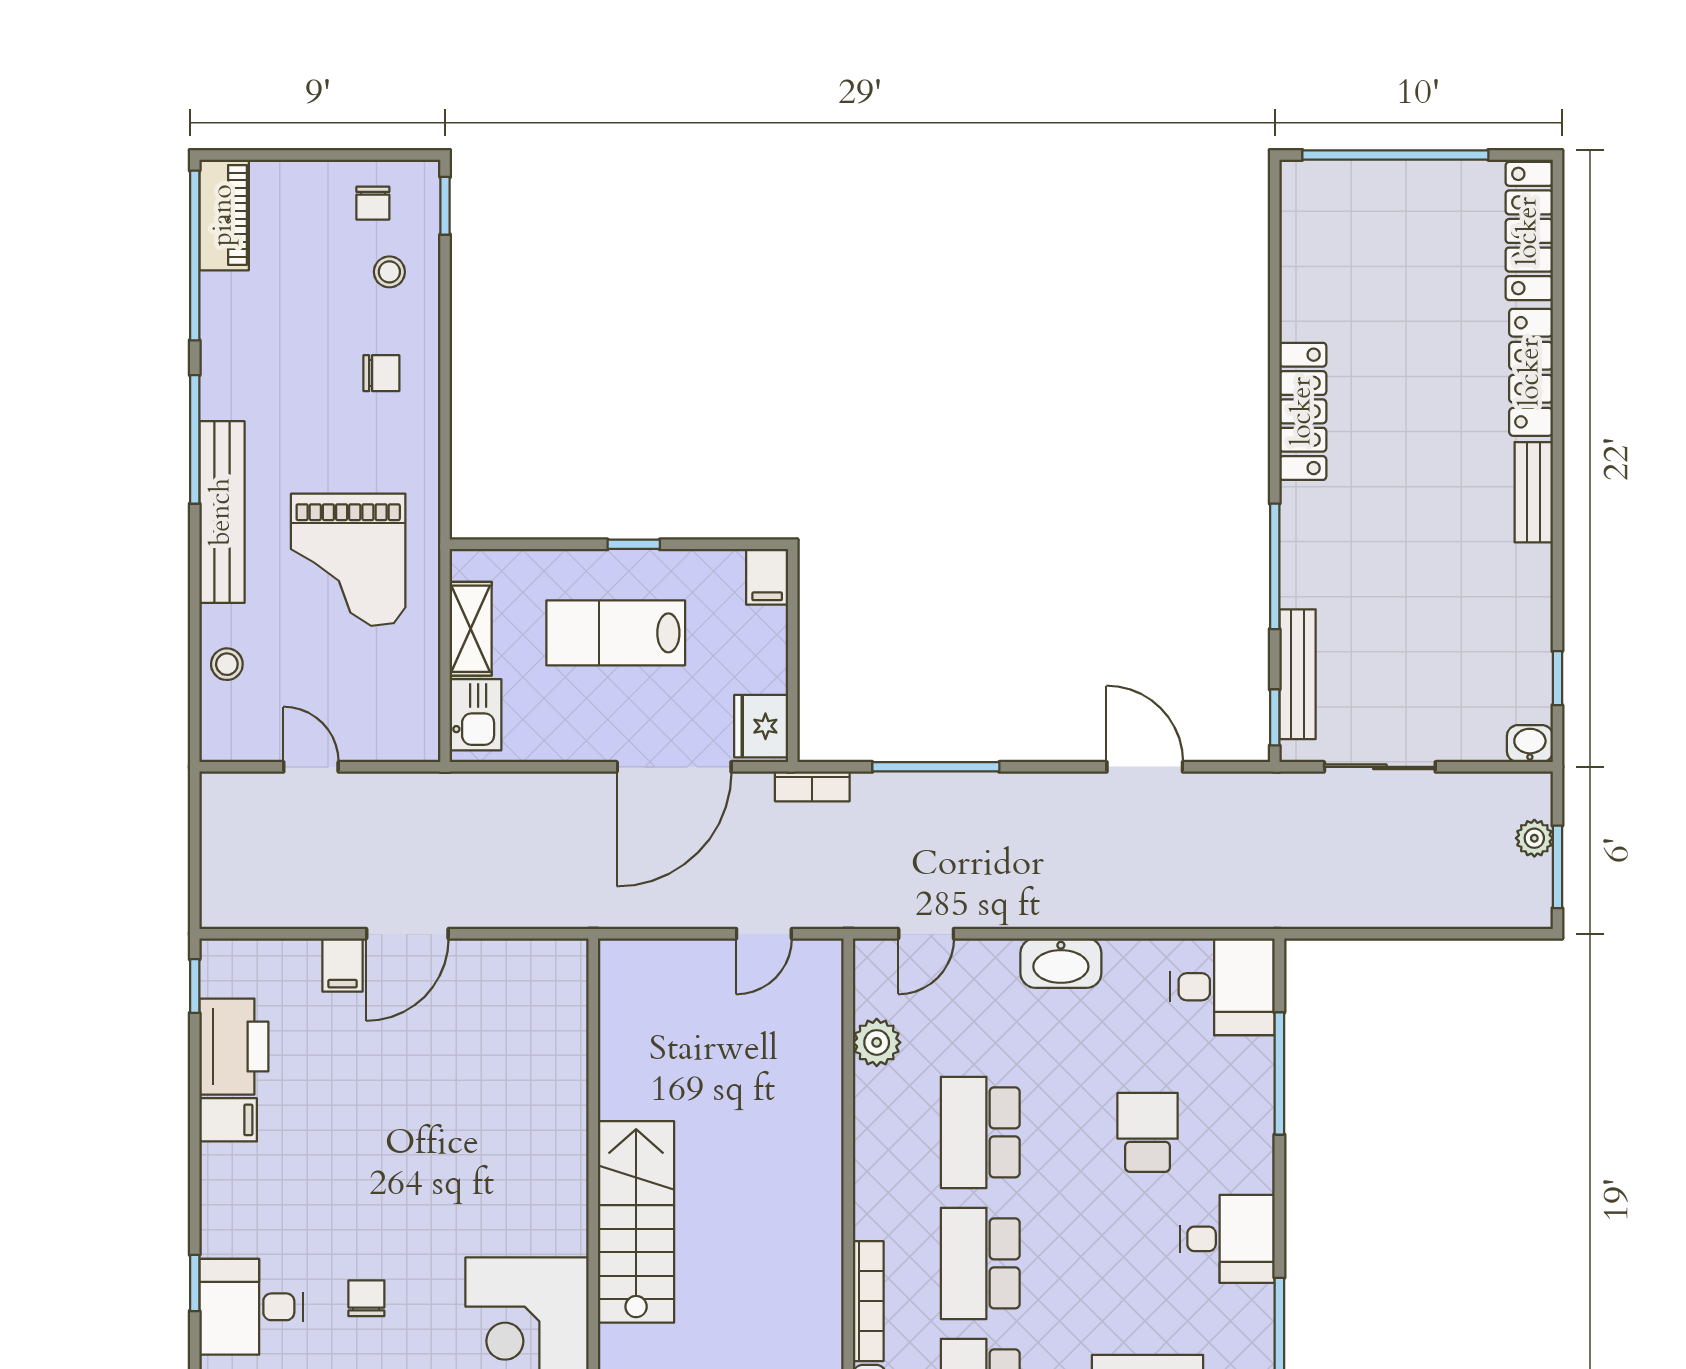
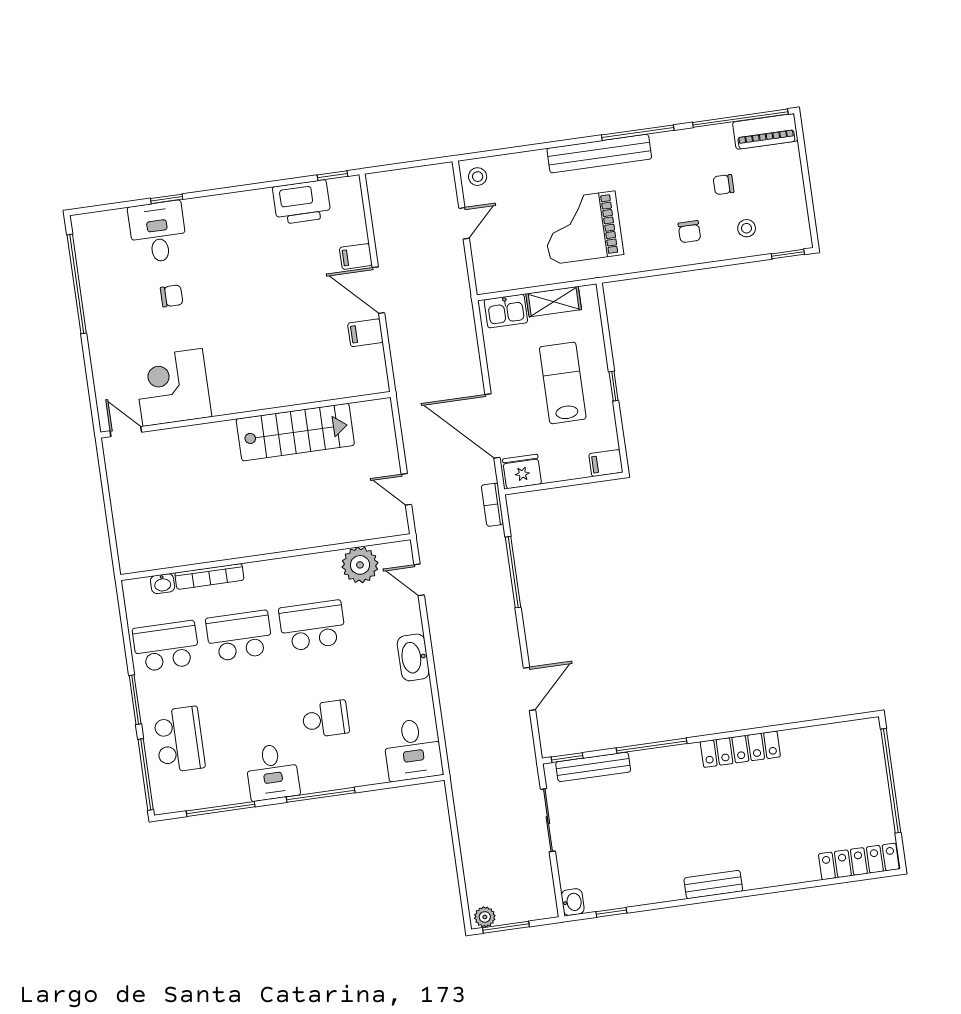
chair: (373, 203) -> (724, 185), moved
locker: (1531, 372) -> (780, 874), removed
stool: (227, 664) -> (478, 177), moved
plant: (1534, 838) -> (485, 917), moved
plant: (877, 1042) -> (360, 565), width x1.36, depth x1.36
window: (1279, 1073) -> (321, 795), moved
filing cabinet: (228, 1120) -> (365, 333), moved, turned 90
stairs: (636, 1222) -> (295, 432), moved

